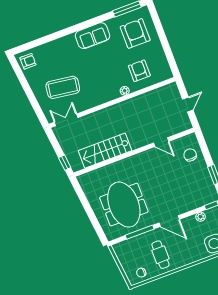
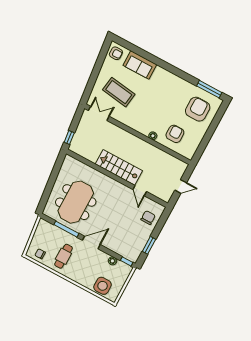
sofa: (92, 36) -> (140, 65), moved
stairs: (105, 151) -> (119, 167), moved
door: (169, 221) -> (91, 242), swing flipped

